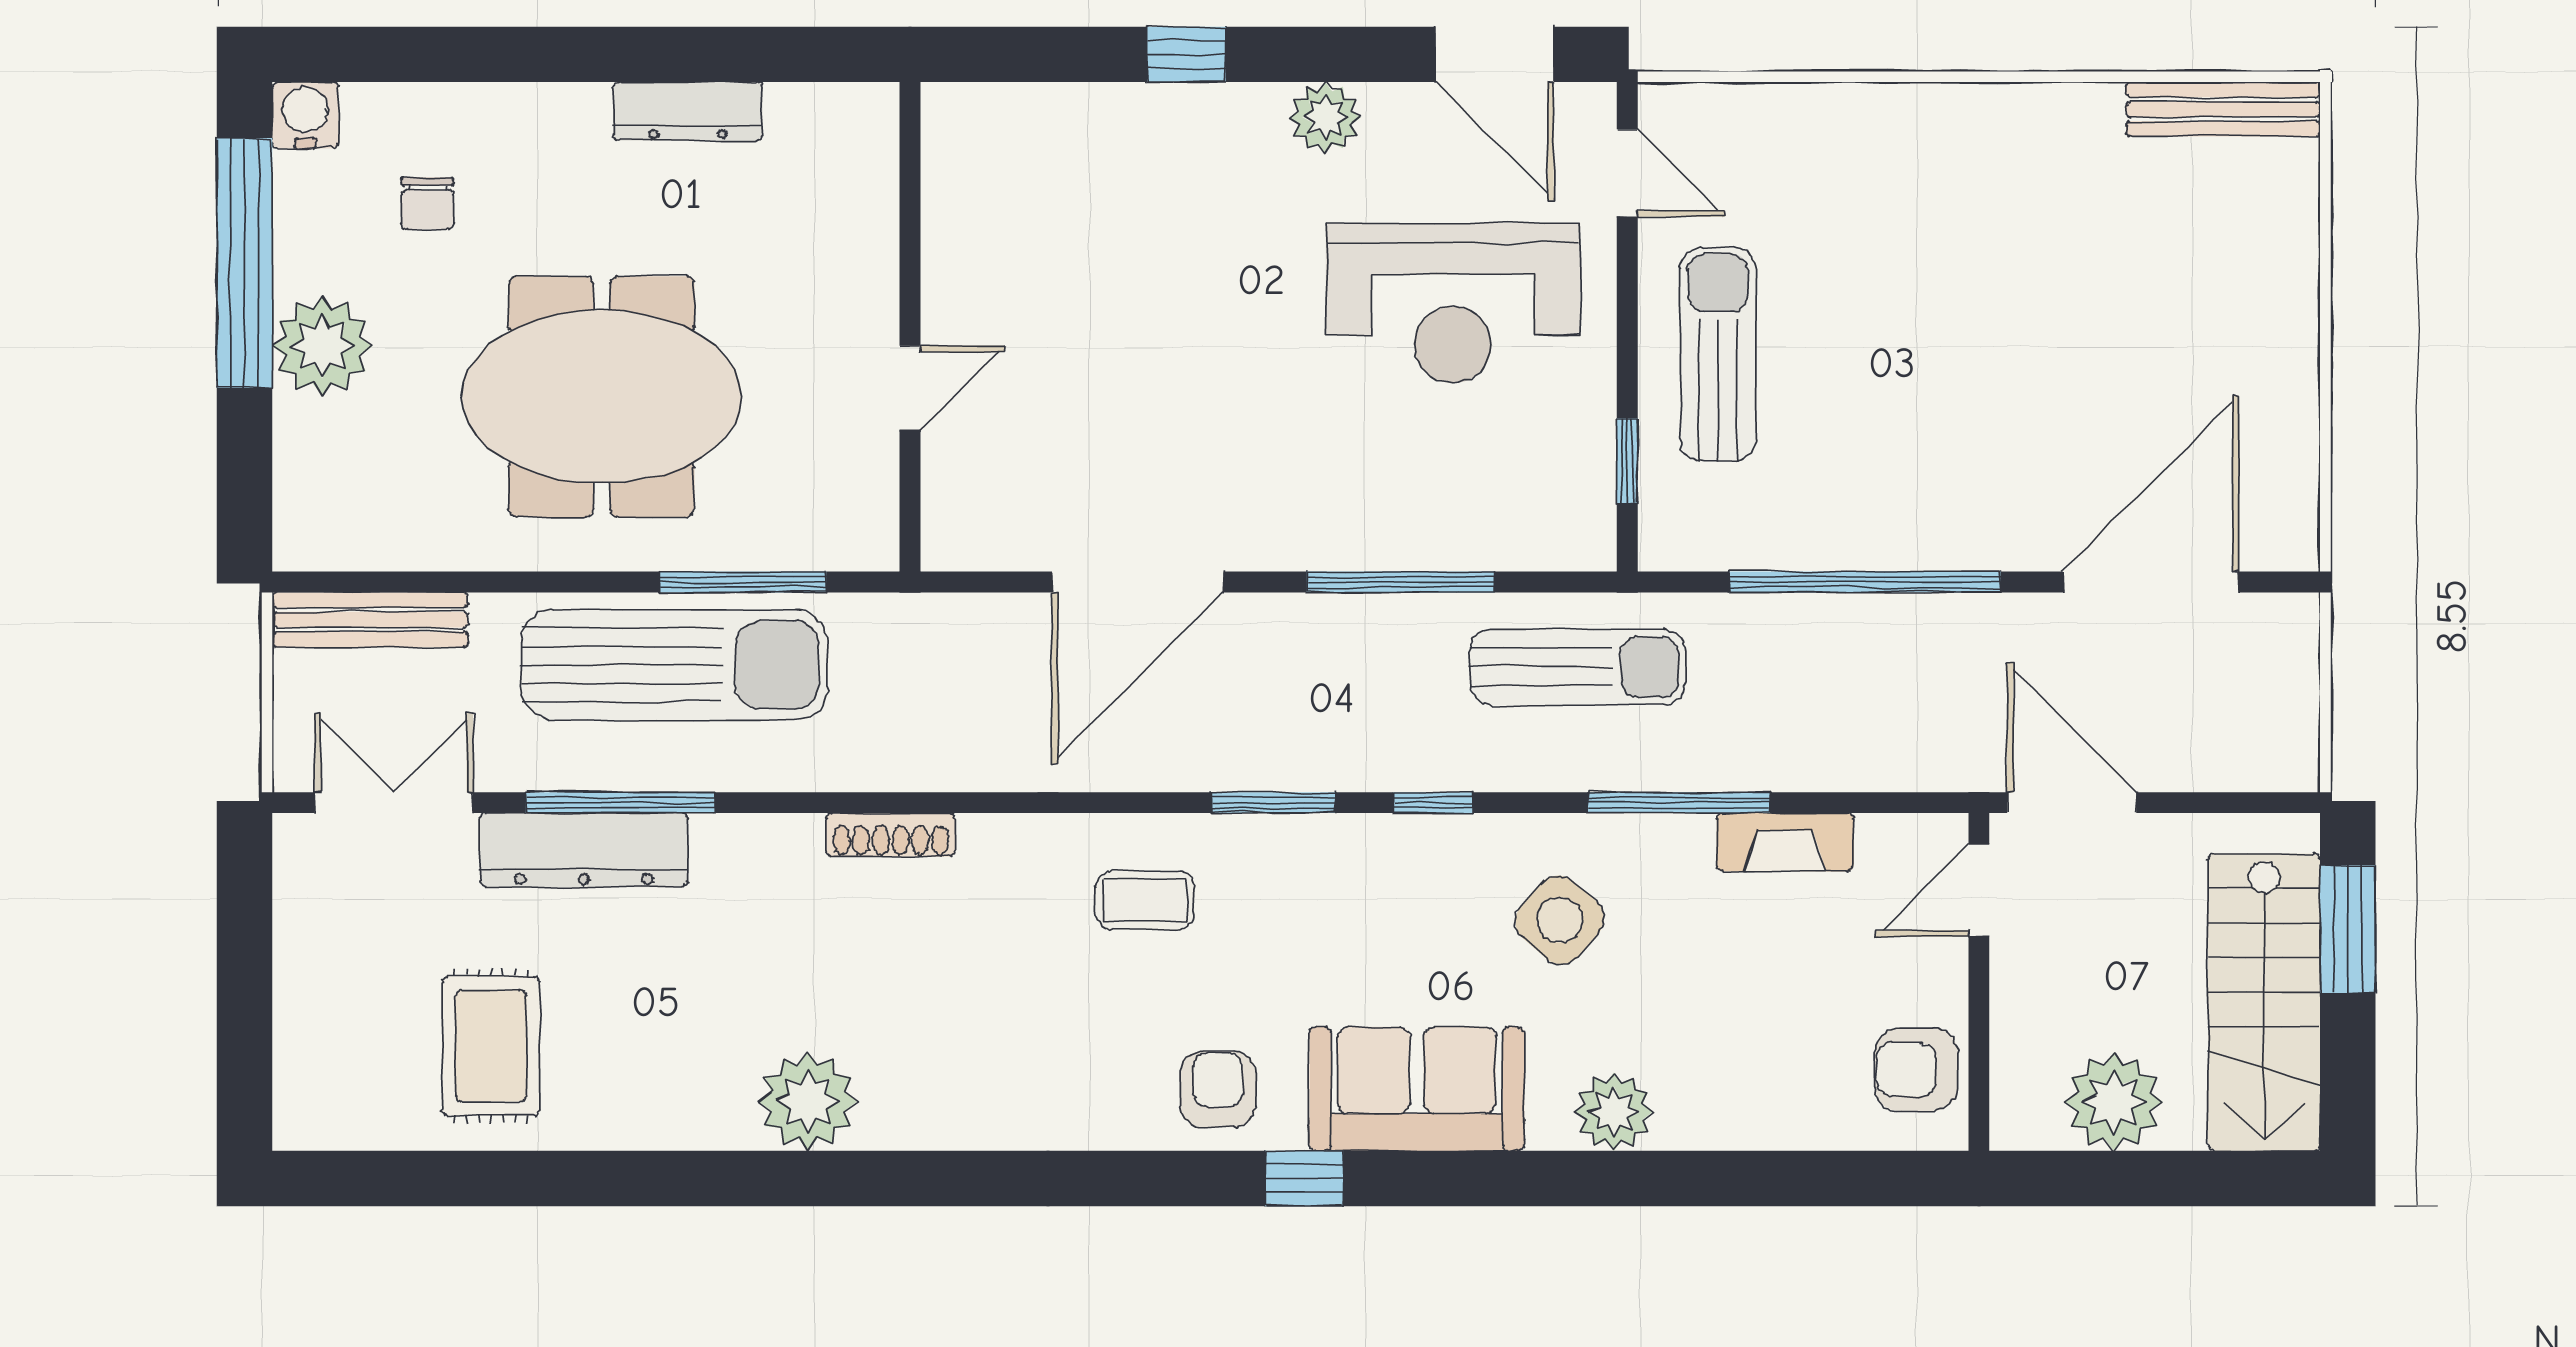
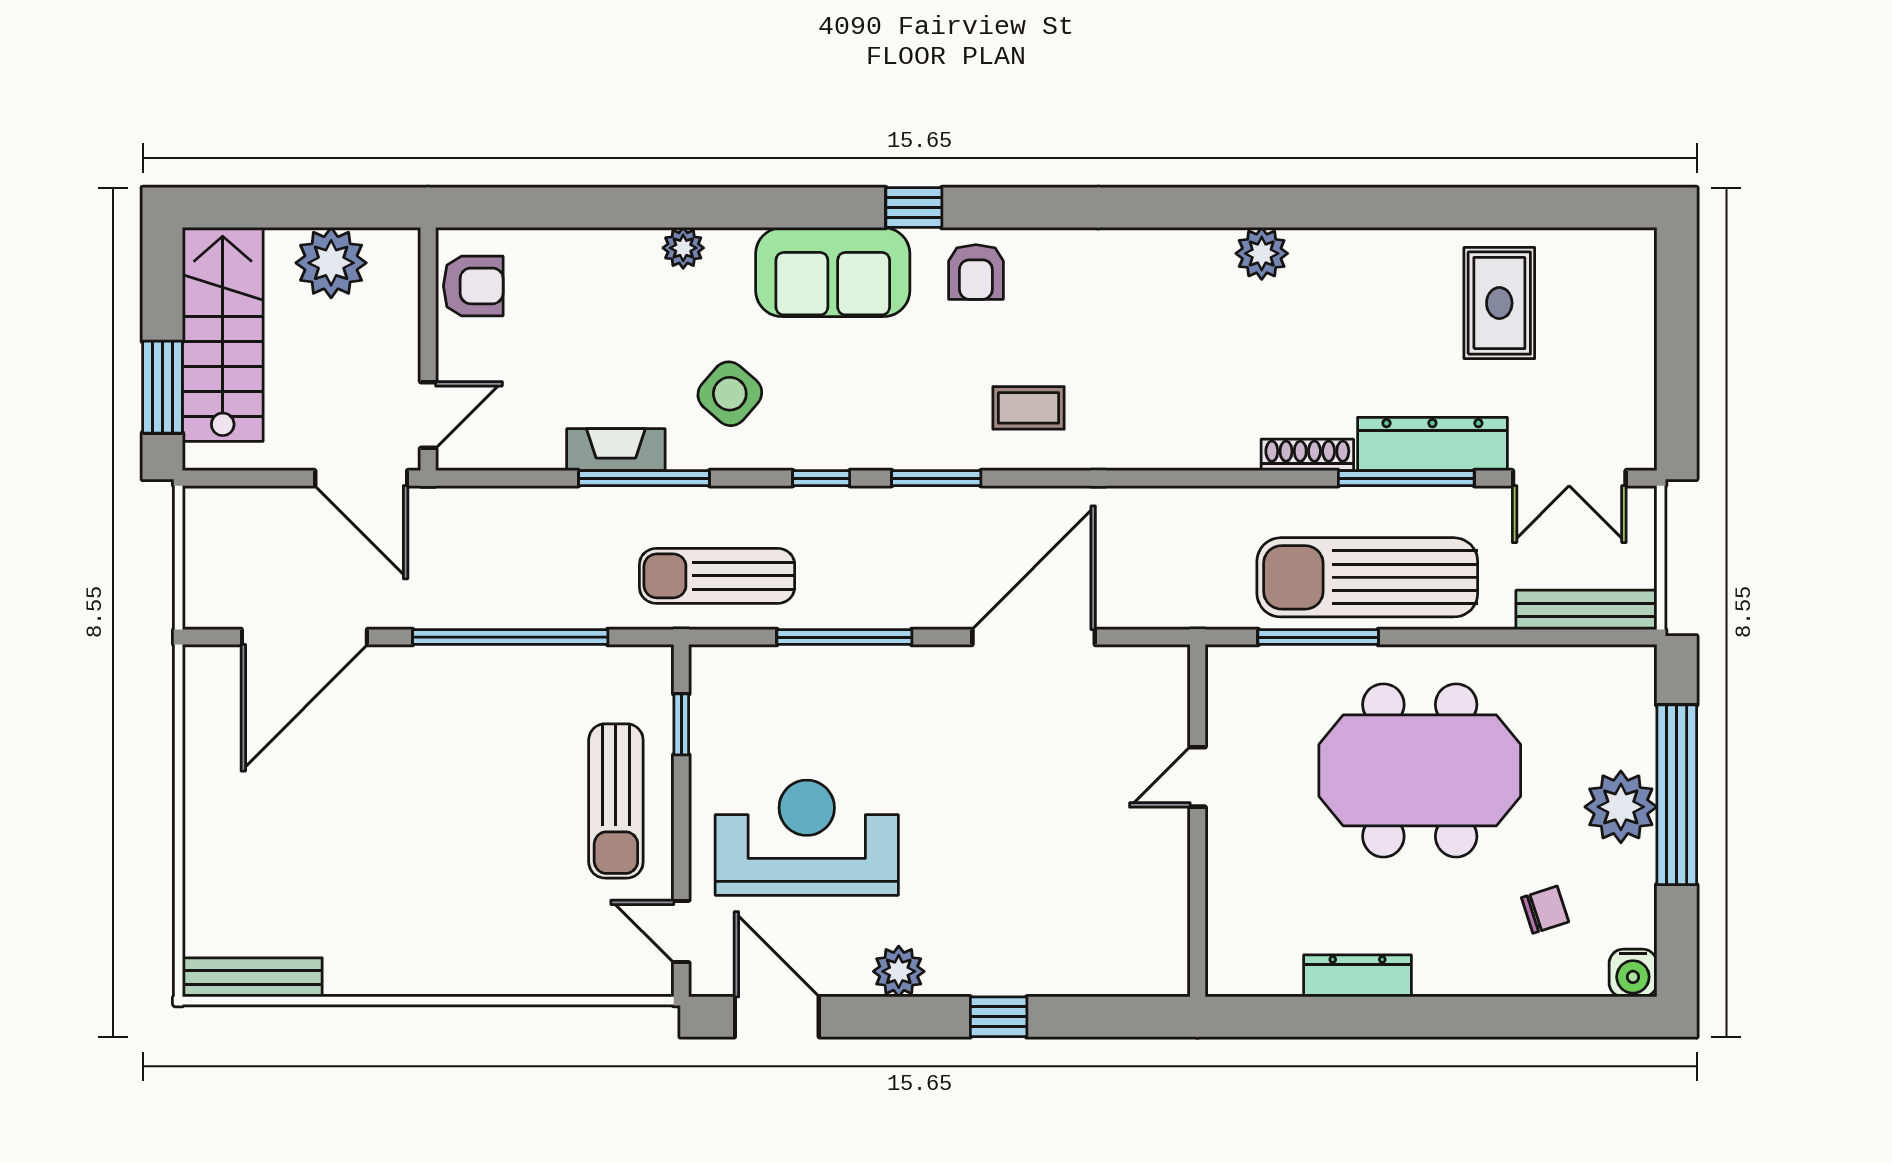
chair: (427, 203) -> (1545, 910), turned 72
window: (245, 263) -> (1677, 795), moved
shoe rack: (891, 835) -> (1307, 455), moved
fireplace: (1785, 842) -> (616, 450), moved
plant: (808, 1101) -> (1262, 253), width x0.73, depth x0.73
plant: (1614, 1112) -> (683, 248), width x0.73, depth x0.73

